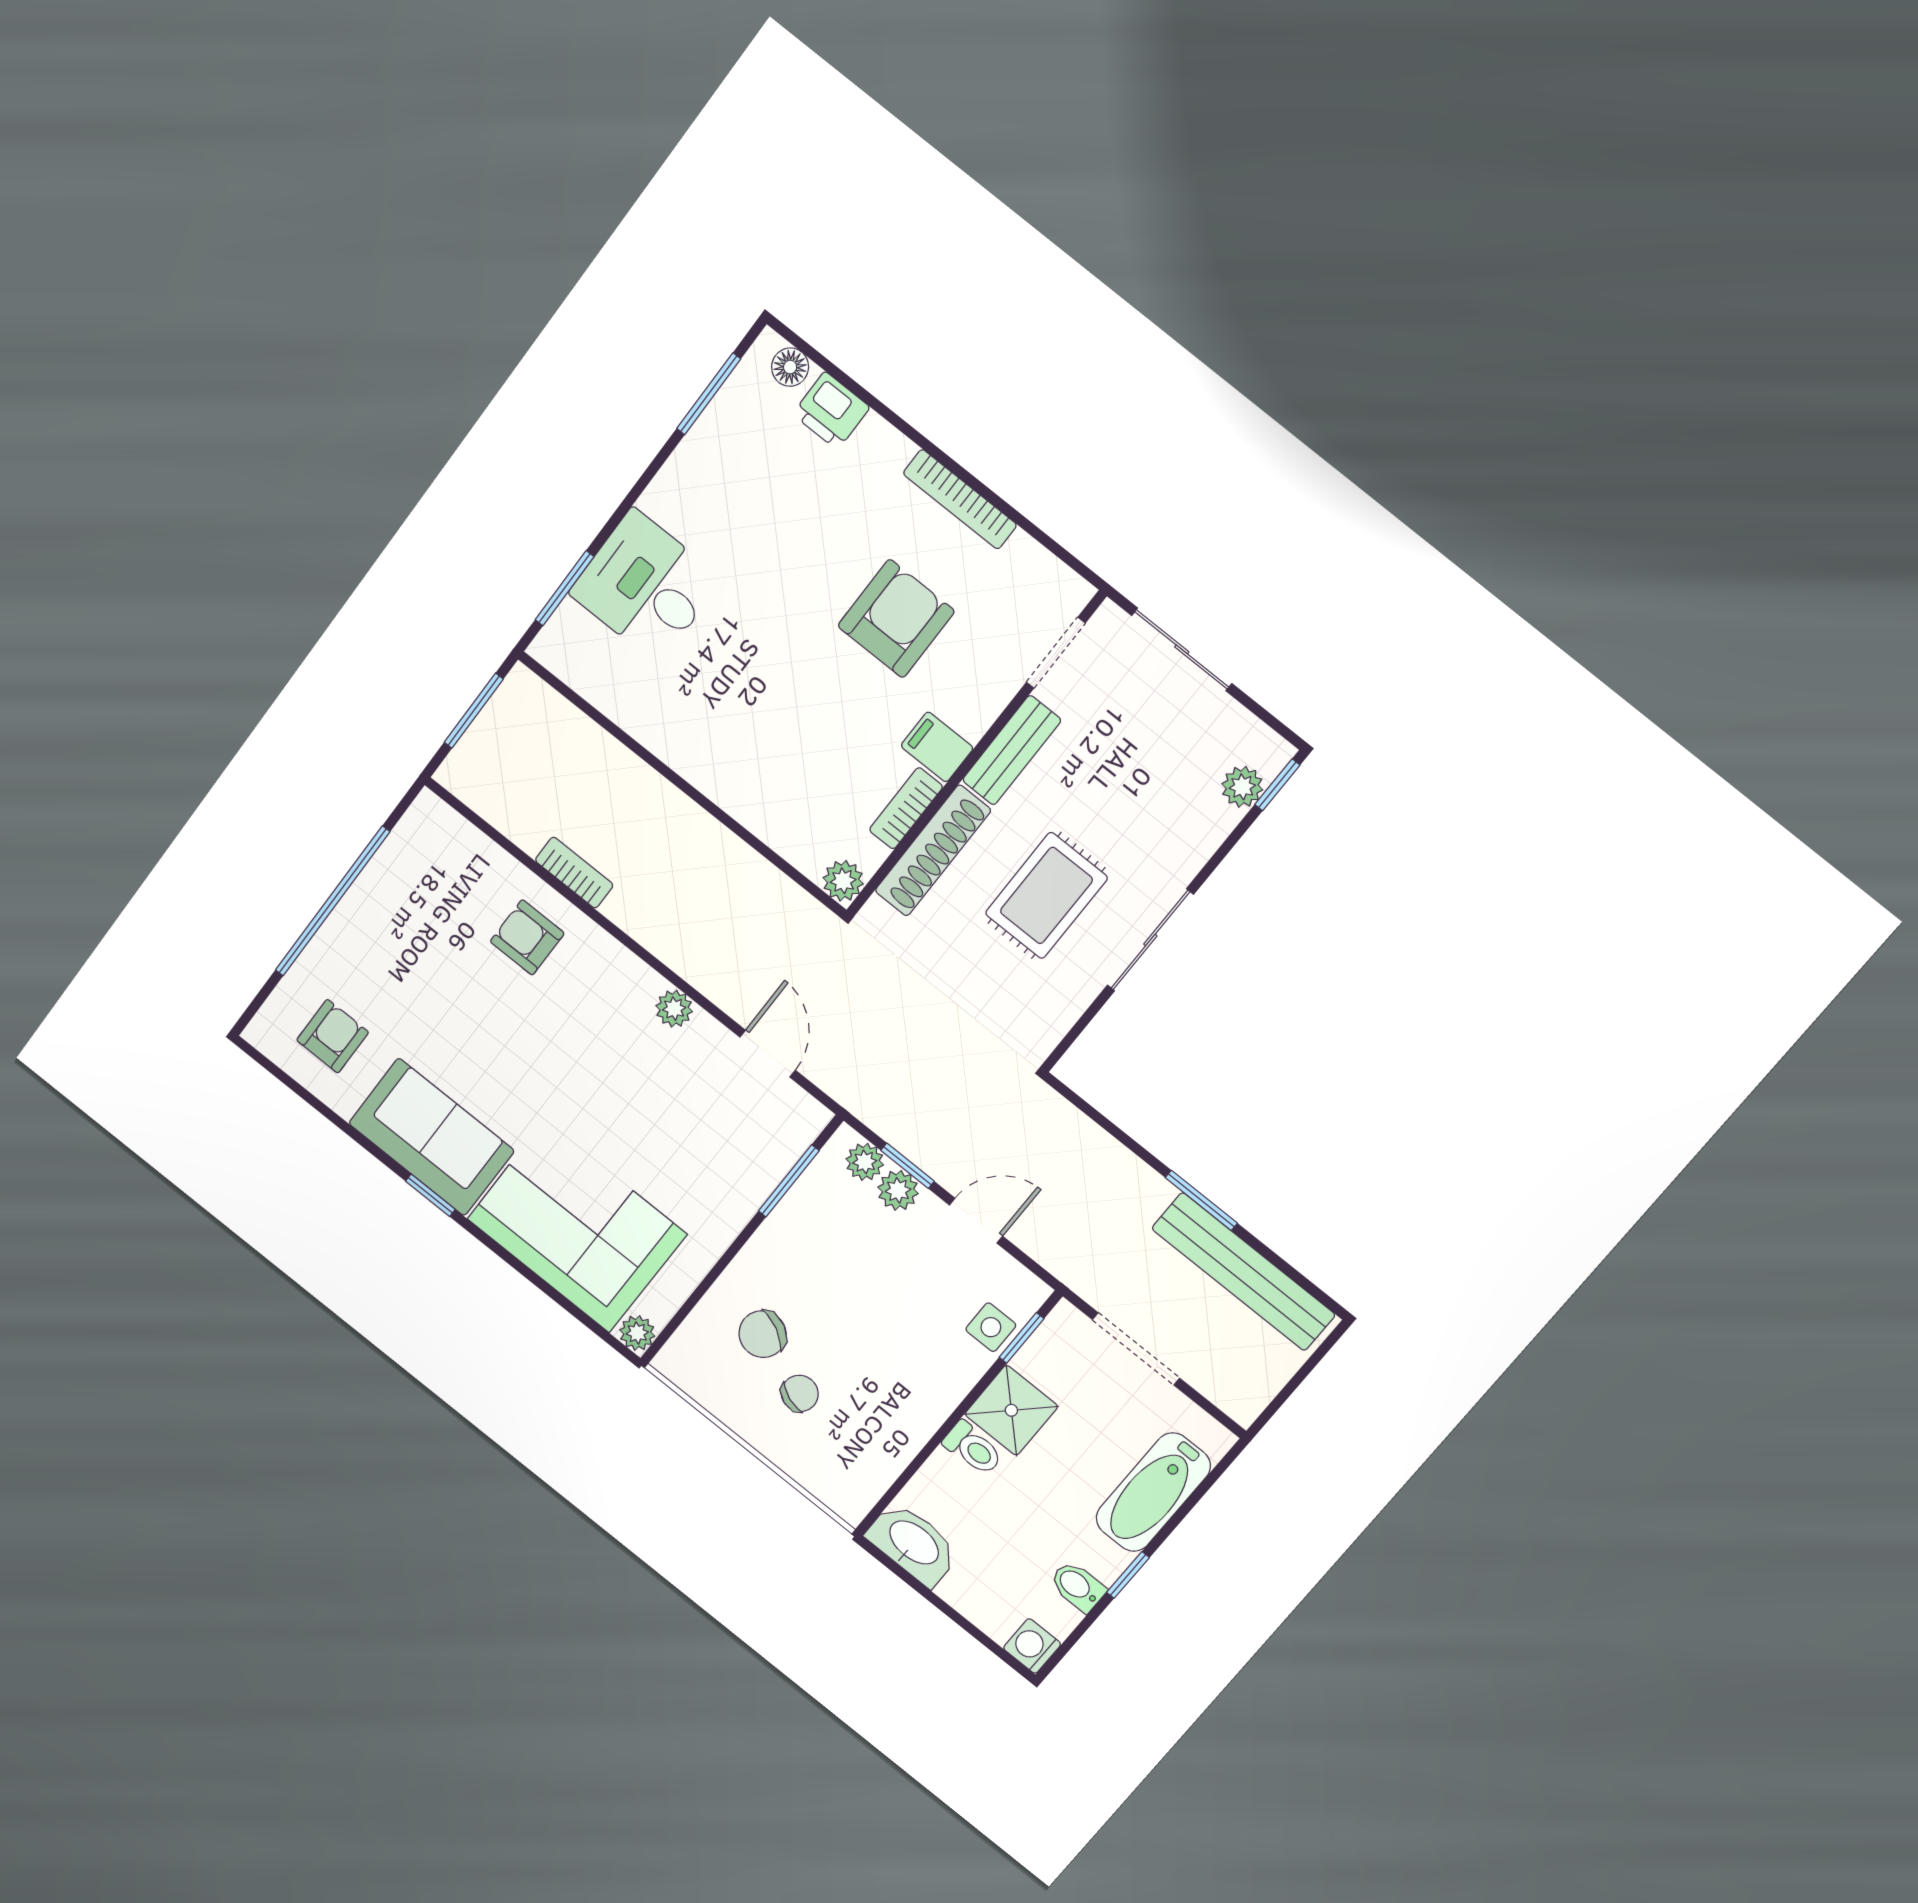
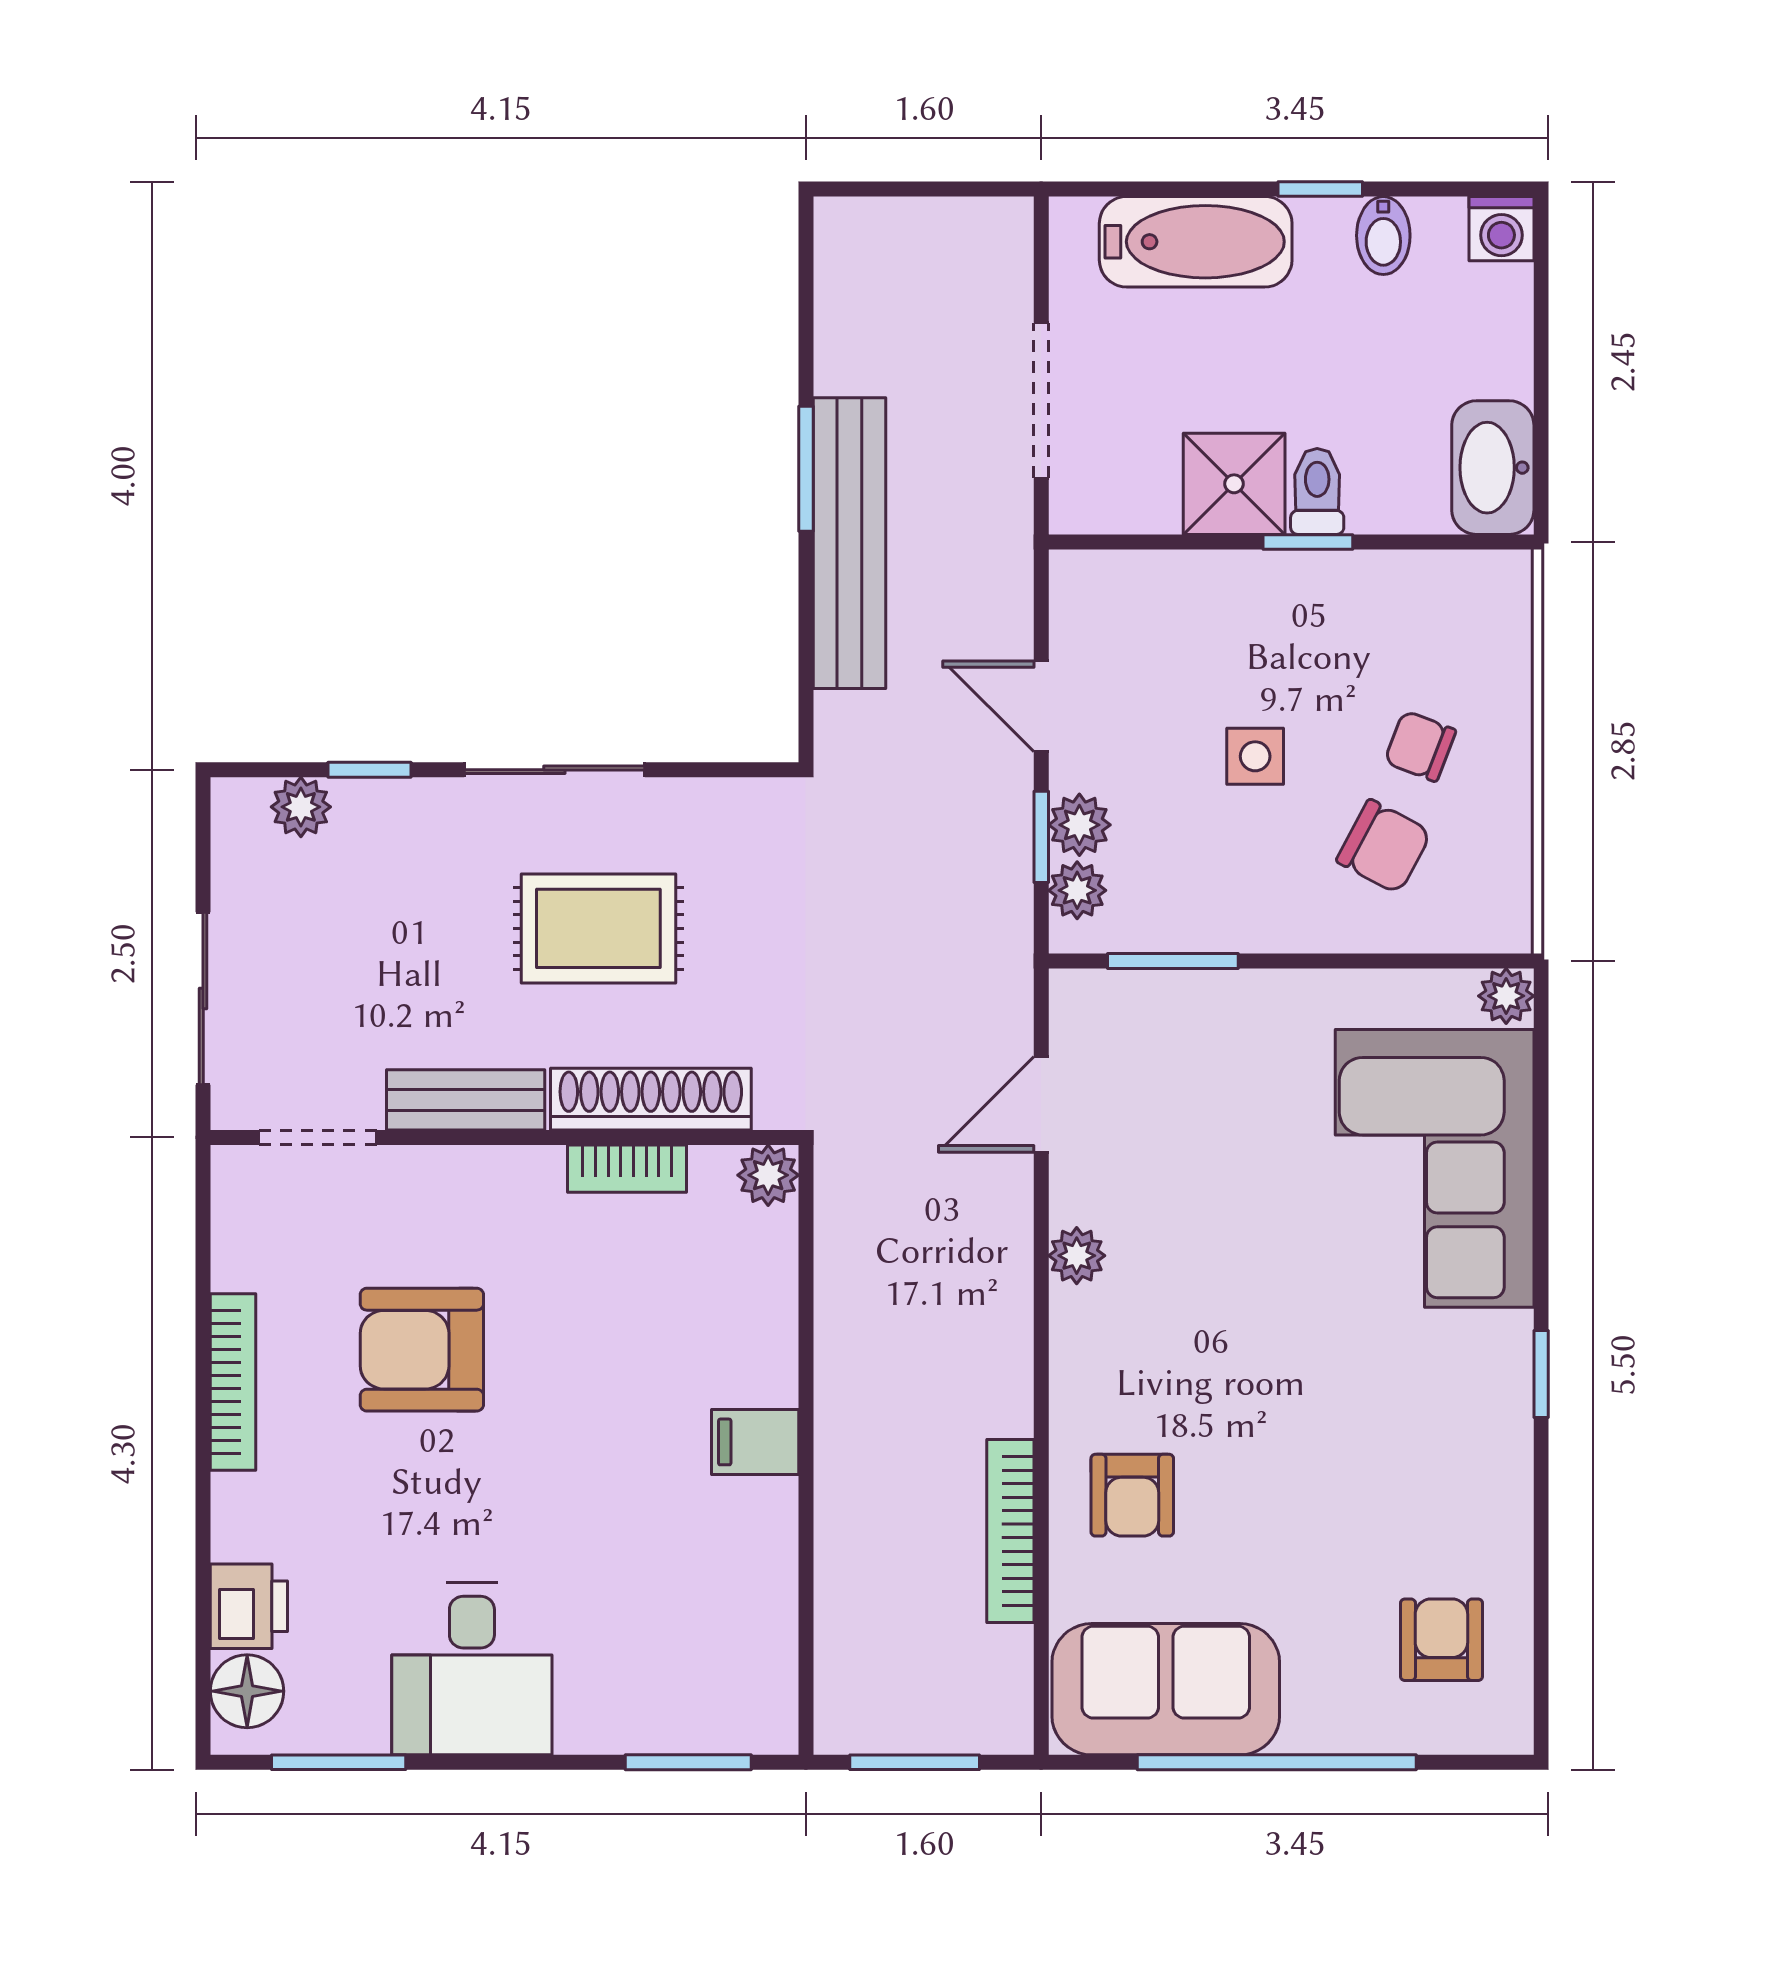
floor lamp: (790, 367) -> (247, 1691), width x1.37, depth x1.37
desk: (646, 586) -> (472, 1669), moved
filing cabinet: (937, 747) -> (755, 1442), moved, turned 90
window: (1277, 785) -> (370, 770), moved
bookcase: (574, 873) -> (1010, 1531), width x1.56
armchair: (333, 1036) -> (1441, 1640), turned 90
sofa: (431, 1137) -> (1166, 1689), moved, turned 90
bench: (1243, 1272) -> (849, 543), moved
side table: (991, 1327) -> (1255, 756), moved
window: (1022, 1338) -> (1308, 542), moved

